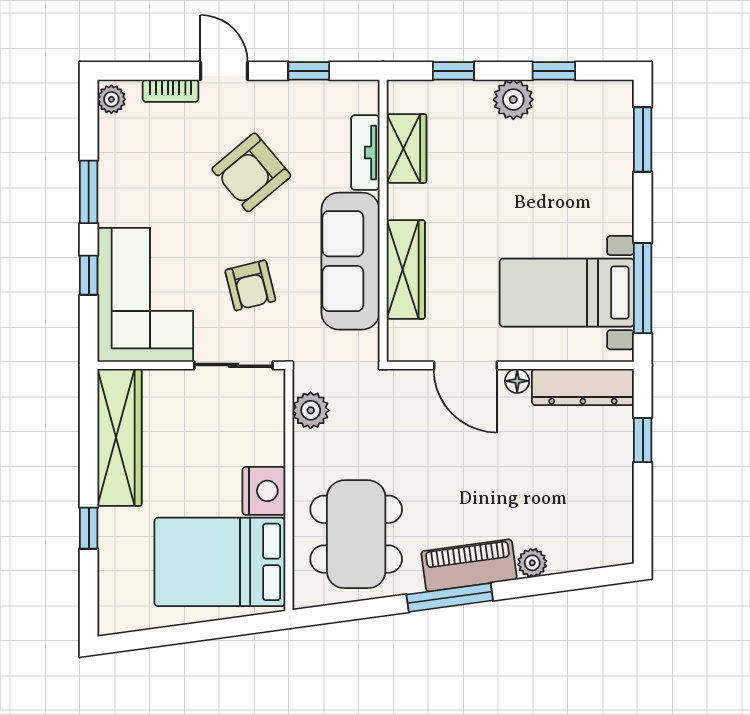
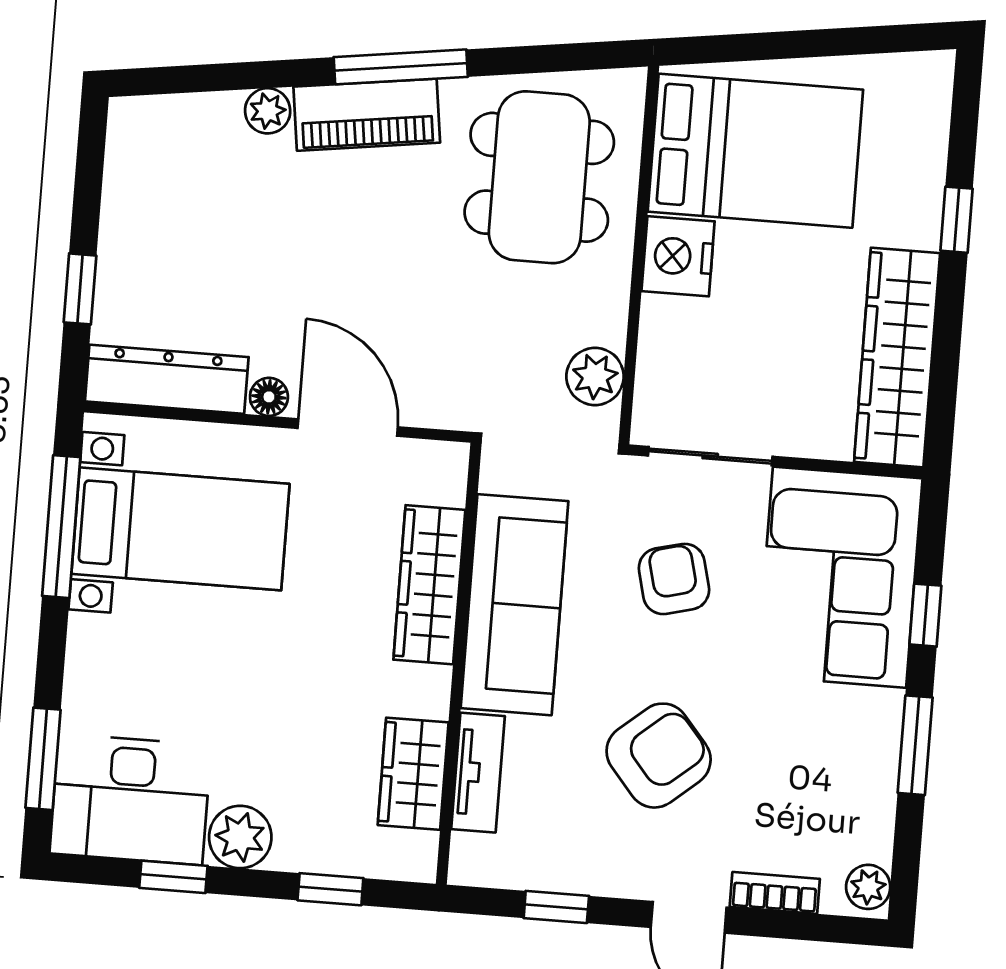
desk: (585, 118) -> (130, 799), added

